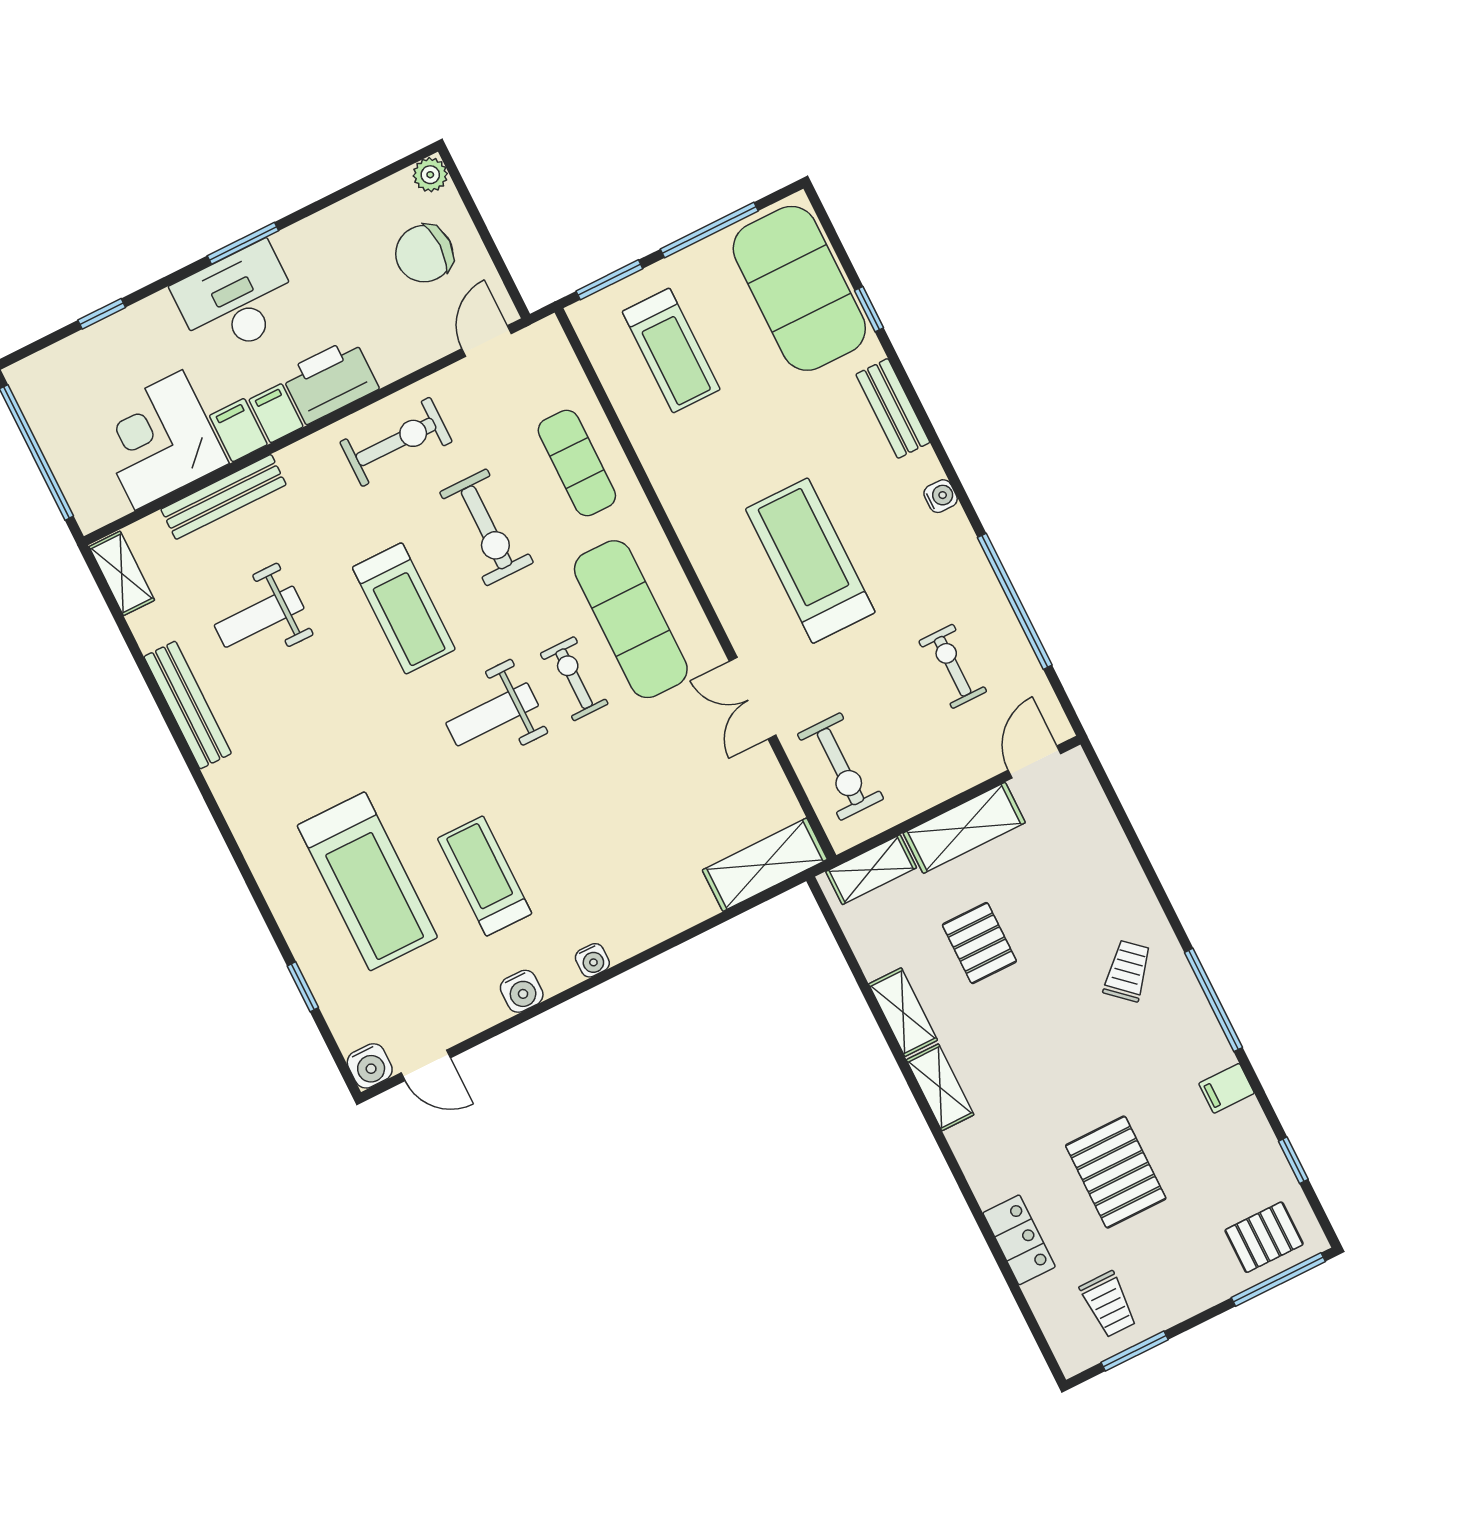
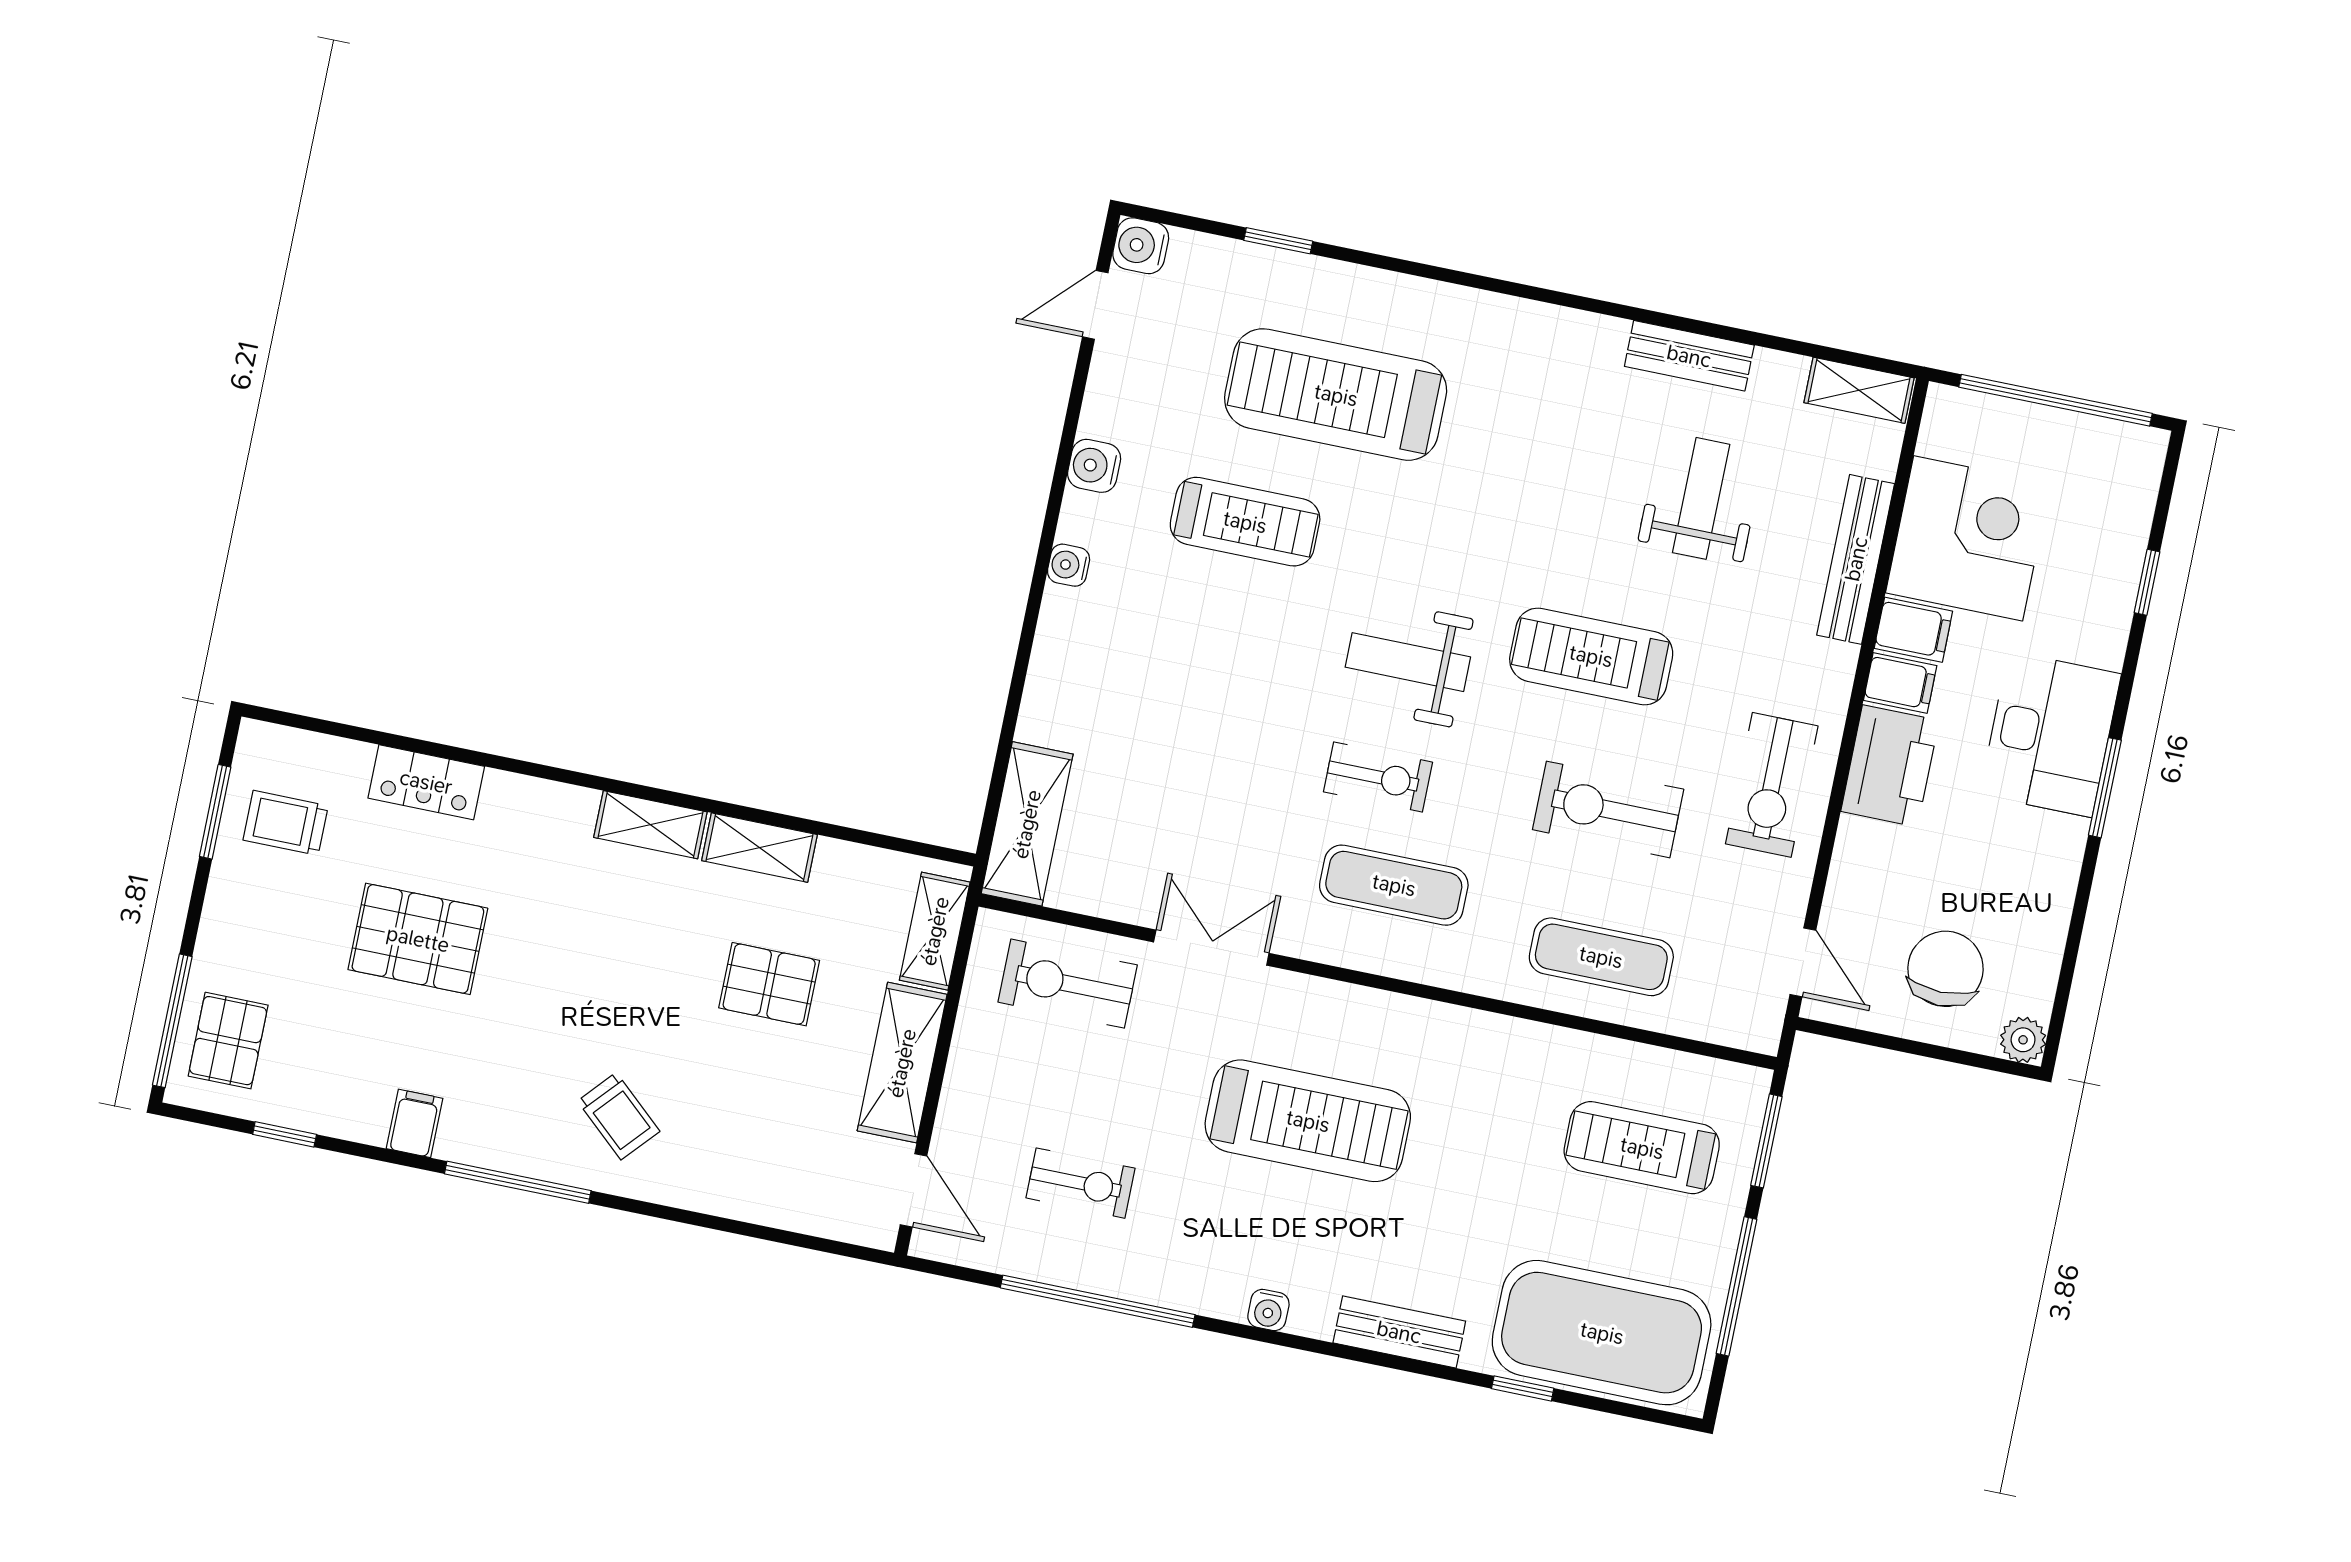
exercise mat: (631, 619) -> (1394, 885), width x0.73, depth x0.69
bench: (188, 705) -> (1689, 356), width x0.73
weight bench: (492, 714) -> (1408, 662), turned -90

